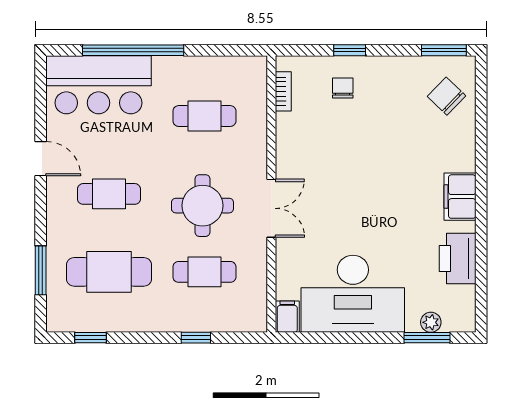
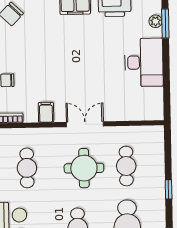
desk: (353, 294) -> (144, 62), width x0.73, depth x0.77
filing cabinet: (287, 317) -> (46, 112), moved, turned 90
window: (196, 338) -> (169, 189), moved

